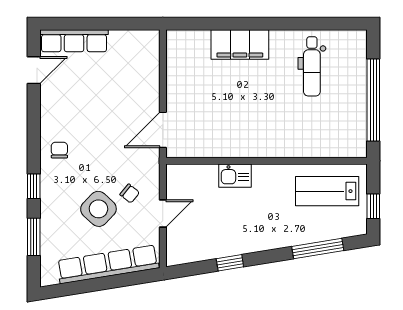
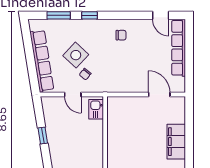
row of seats: (74, 41) -> (179, 48), width x1.36
door: (163, 130) -> (159, 94), moved
chair: (59, 150) -> (121, 35), moved
kitchen sink: (235, 176) -> (96, 109), moved

